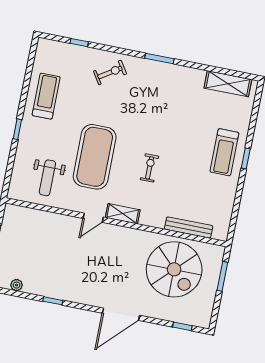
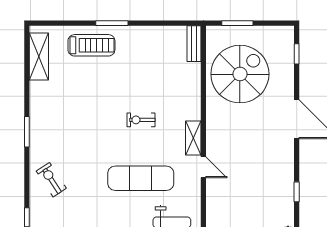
treadmill: (224, 152) -> (91, 45), moved
exercise mat: (95, 157) -> (141, 178), width x0.68
window: (246, 158) -> (112, 23), width x1.50
bench: (189, 227) -> (194, 44), moved, width x0.73

